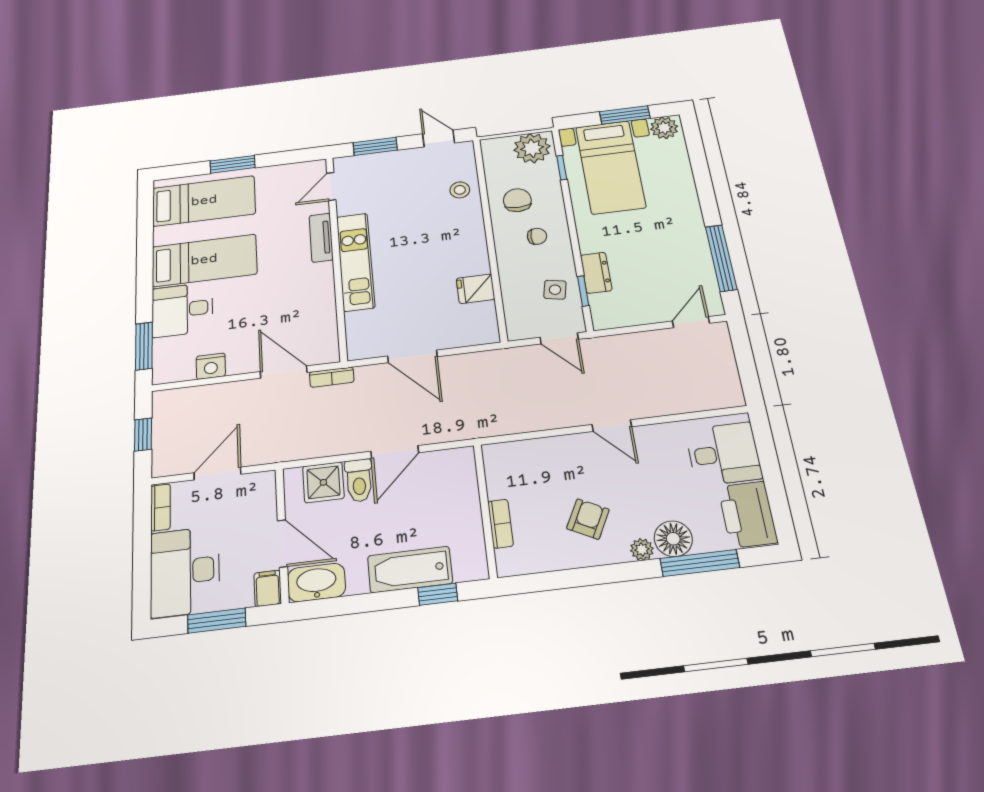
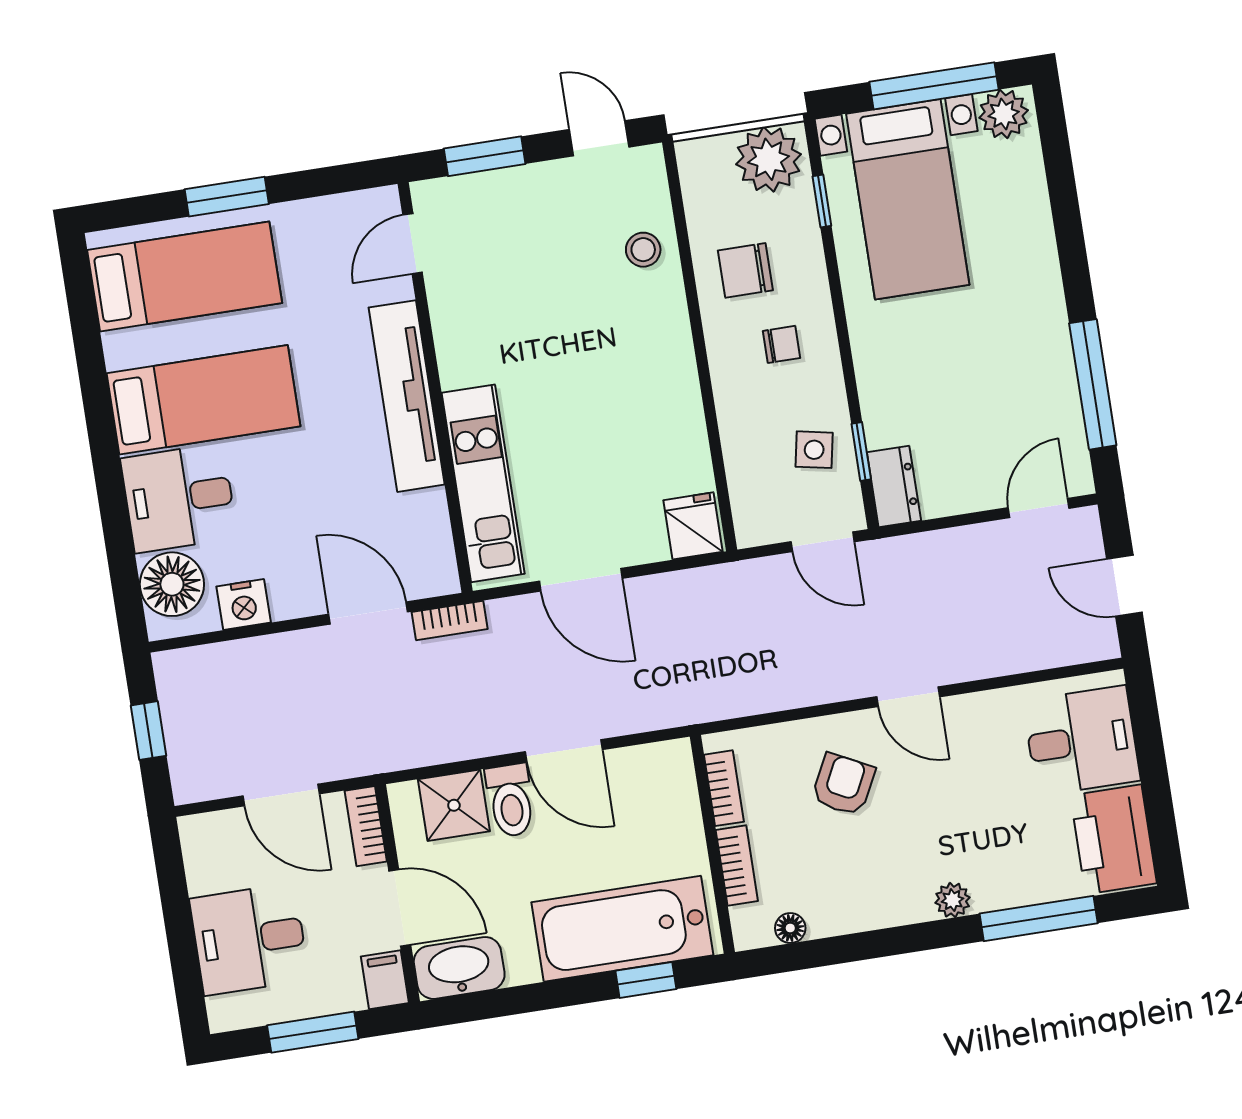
window: (625, 115) -> (934, 86), width x1.44
chair: (517, 200) -> (745, 270), turned -90
tv unit: (321, 238) -> (407, 396), width x1.92, depth x1.29
kitchen unit: (356, 262) -> (483, 483), moved
dresser: (596, 273) -> (894, 486), moved
fridge: (476, 289) -> (693, 526), moved, turned 90
window: (144, 346) -> (123, 569), removed
floor lamp: (171, 355) -> (172, 584), added
door: (746, 365) -> (1124, 586), added
door: (395, 452) -> (564, 751), hinge flipped
door: (217, 473) -> (281, 795), swing flipped
bookcase: (494, 477) -> (724, 788), added
bookcase: (161, 507) -> (366, 826), moved, turned 180
armchair: (588, 519) -> (843, 784), moved
floor lamp: (673, 539) -> (790, 928), moved, width x0.53, depth x0.53
bathtub: (410, 570) -> (622, 929), width x1.36, depth x1.36
desk: (185, 572) -> (249, 939), width x0.73

